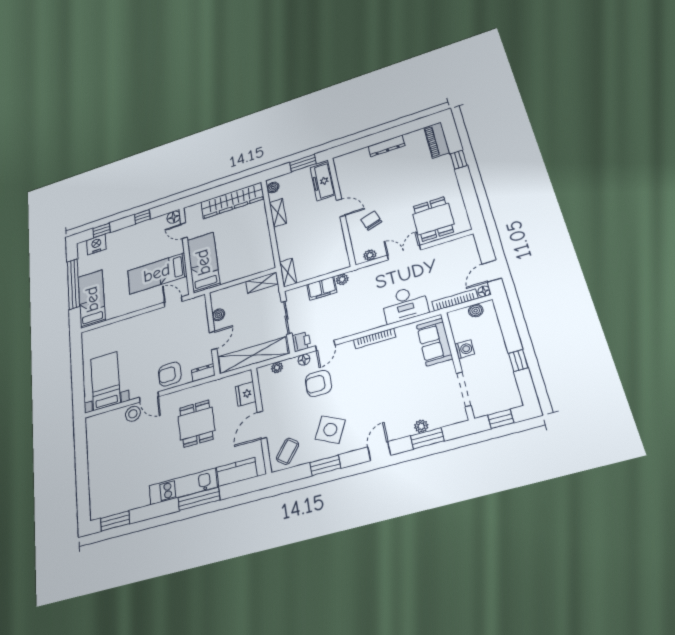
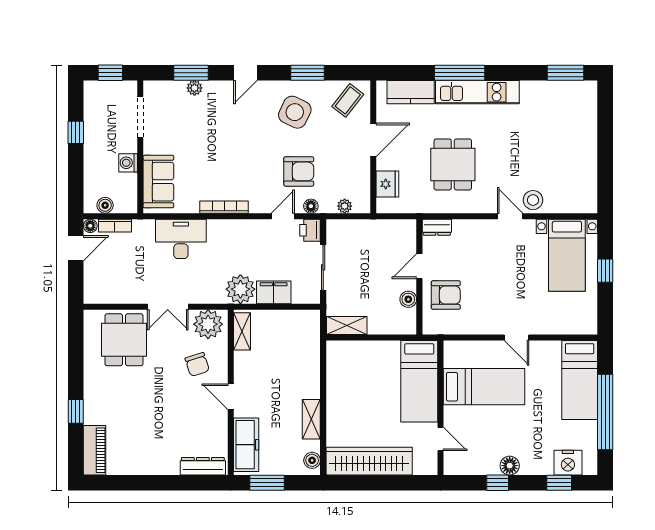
dresser: (386, 146) -> (203, 466), moved
floor lamp: (174, 217) -> (510, 466), moved
plant: (370, 255) -> (208, 324), width x1.87, depth x1.87
shelving: (288, 273) -> (242, 331), moved
plant: (342, 279) -> (240, 289), width x1.88, depth x1.88
bookcase: (455, 300) -> (115, 226), width x0.64
door: (173, 302) -> (517, 337), moved
shelving: (253, 355) -> (371, 231), removed
armchair: (170, 374) -> (446, 295), moved
window: (78, 378) -> (605, 271), added

